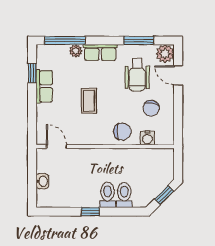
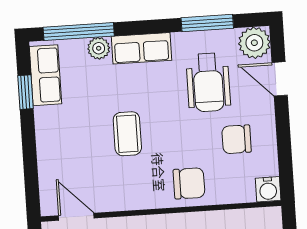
row of seats: (44, 86) -> (45, 75), moved
chair: (151, 108) -> (237, 139), turned 80
water cooler: (147, 138) -> (268, 189), moved

